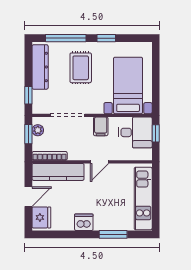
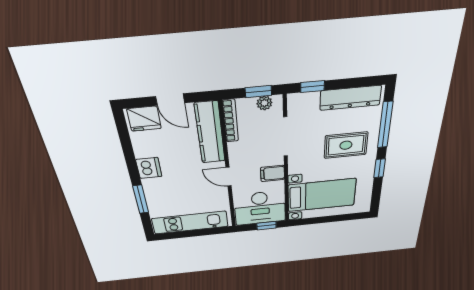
desk: (135, 132) -> (260, 208), width x1.37

